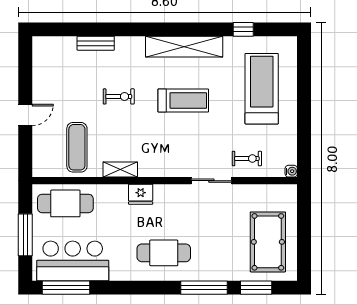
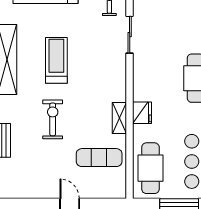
exercise bike: (119, 96) -> (53, 119), width x1.38, depth x1.39
fridge: (141, 194) -> (142, 113), moved

